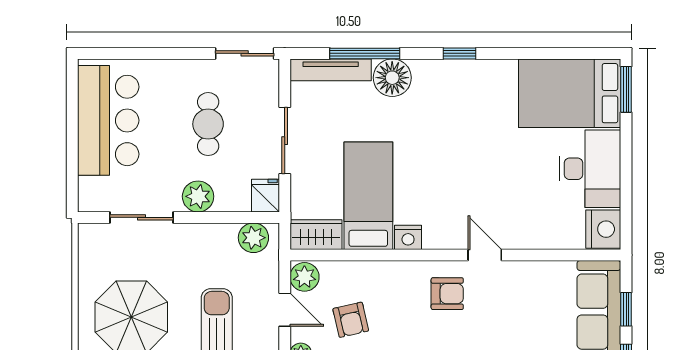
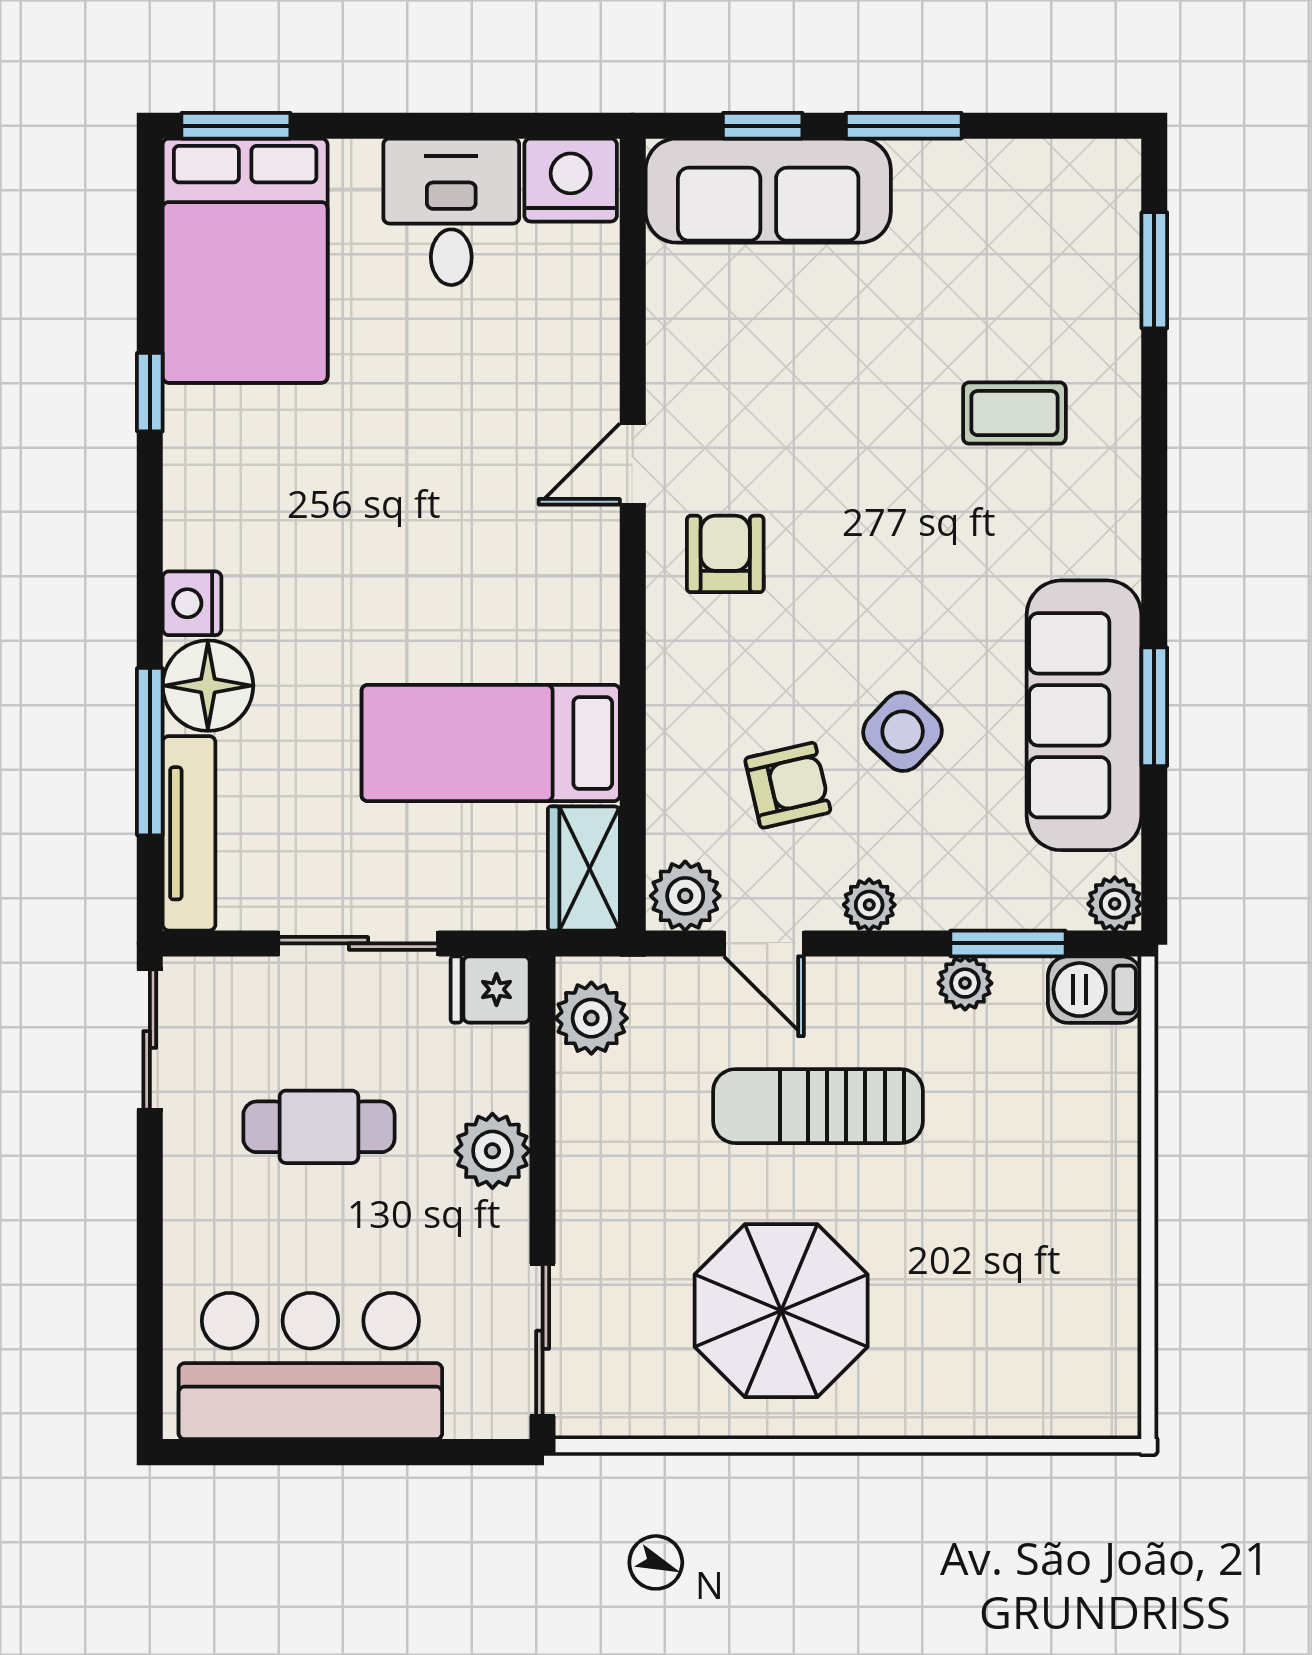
window: (459, 53) -> (150, 392), moved
desk: (590, 169) -> (451, 212), width x0.73
sliding door: (142, 217) -> (543, 1340), moved
nightstand: (408, 237) -> (192, 603), moved, turned 180
door: (285, 310) -> (764, 943), swing flipped

